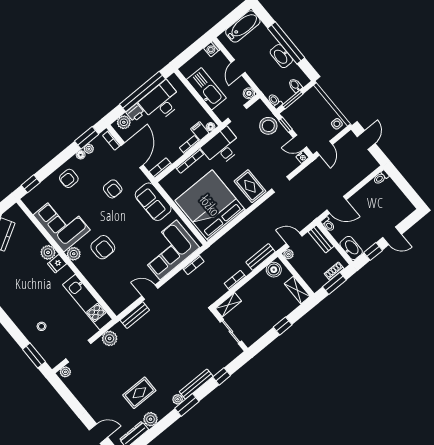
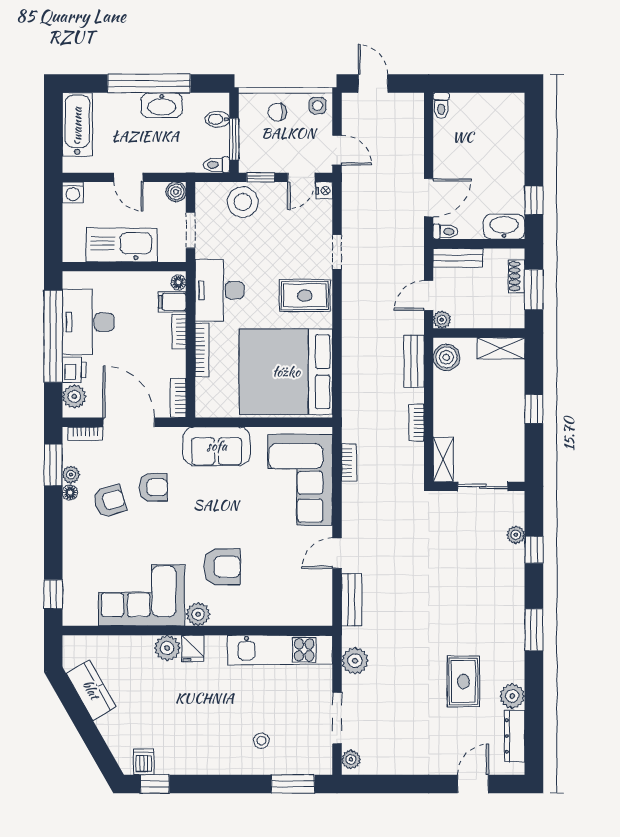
chair: (320, 109) -> (277, 112), added
armchair: (69, 178) -> (110, 501), moved, turned -107
door: (392, 236) -> (534, 157), removed
bench: (196, 384) -> (516, 593), removed
plant: (178, 399) -> (516, 535), moved

